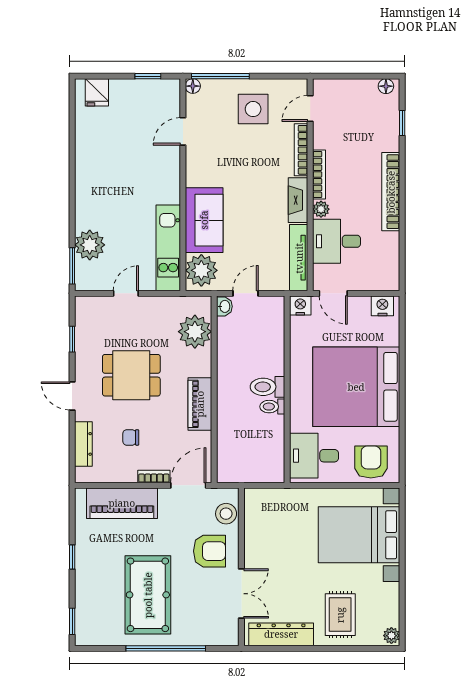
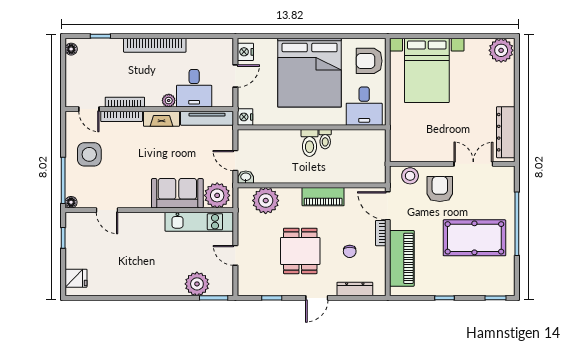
bookcase: (319, 174) -> (125, 102), moved
door: (333, 293) -> (235, 76), moved
rug: (340, 615) -> (490, 85), removed
plant: (391, 636) -> (501, 50), width x1.87, depth x1.87

